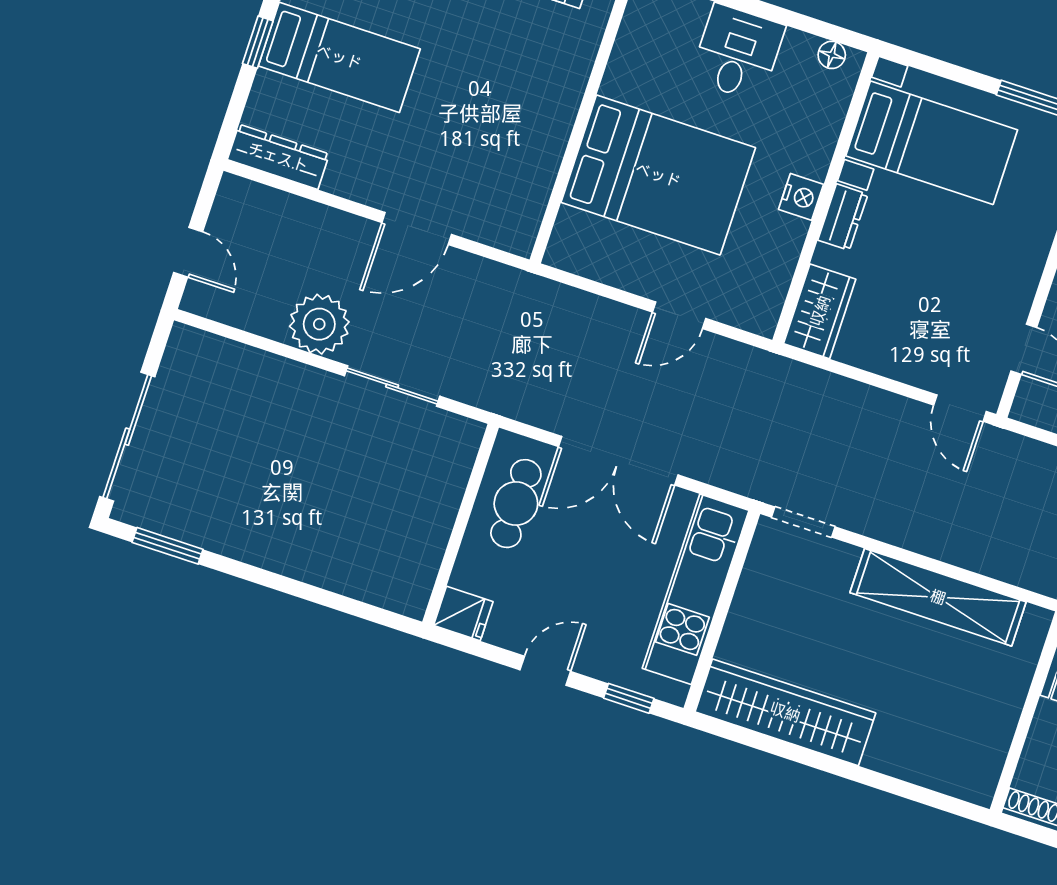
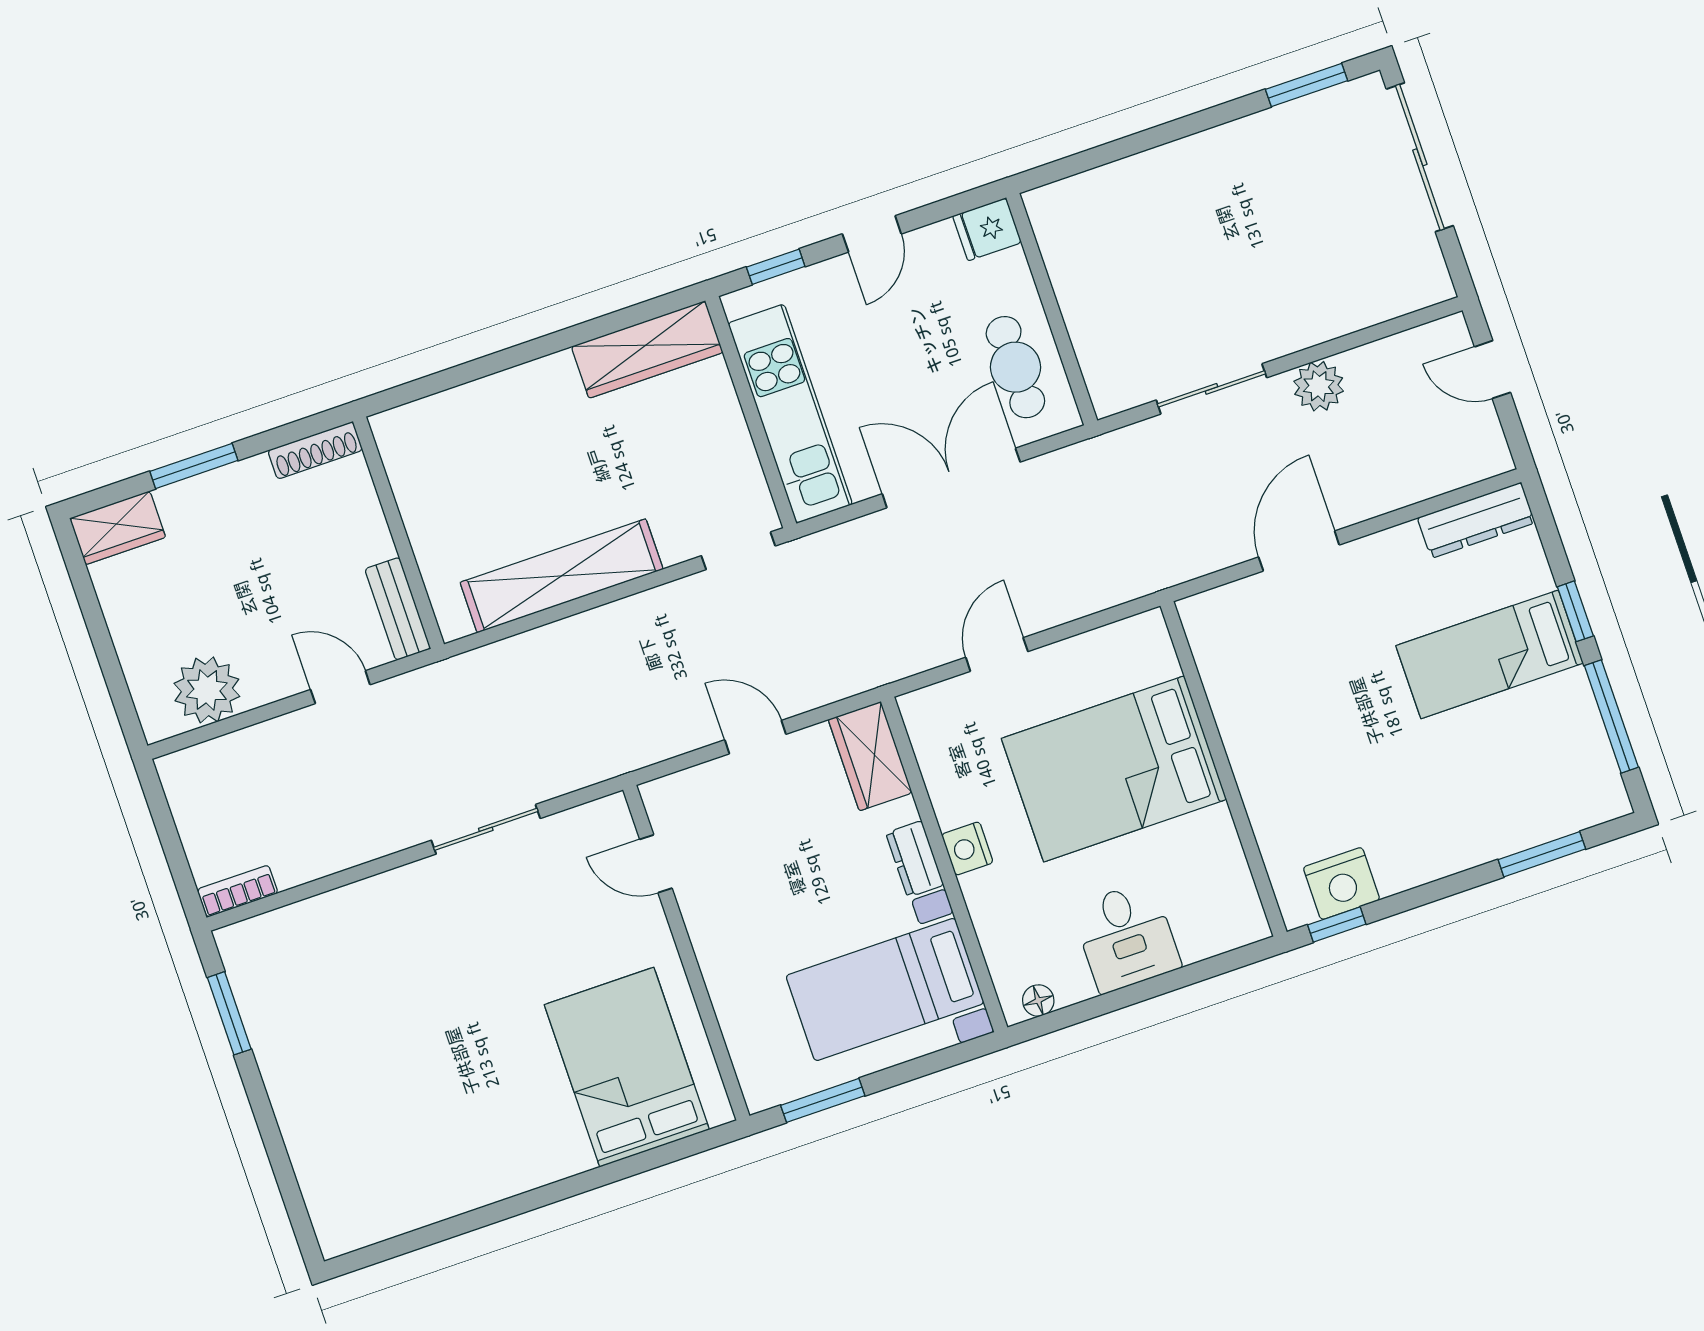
plant: (319, 324) -> (1319, 386), width x0.73, depth x0.73
door: (960, 408) -> (755, 737), moved
wardrobe: (785, 712) -> (647, 349), width x0.71, depth x0.85

